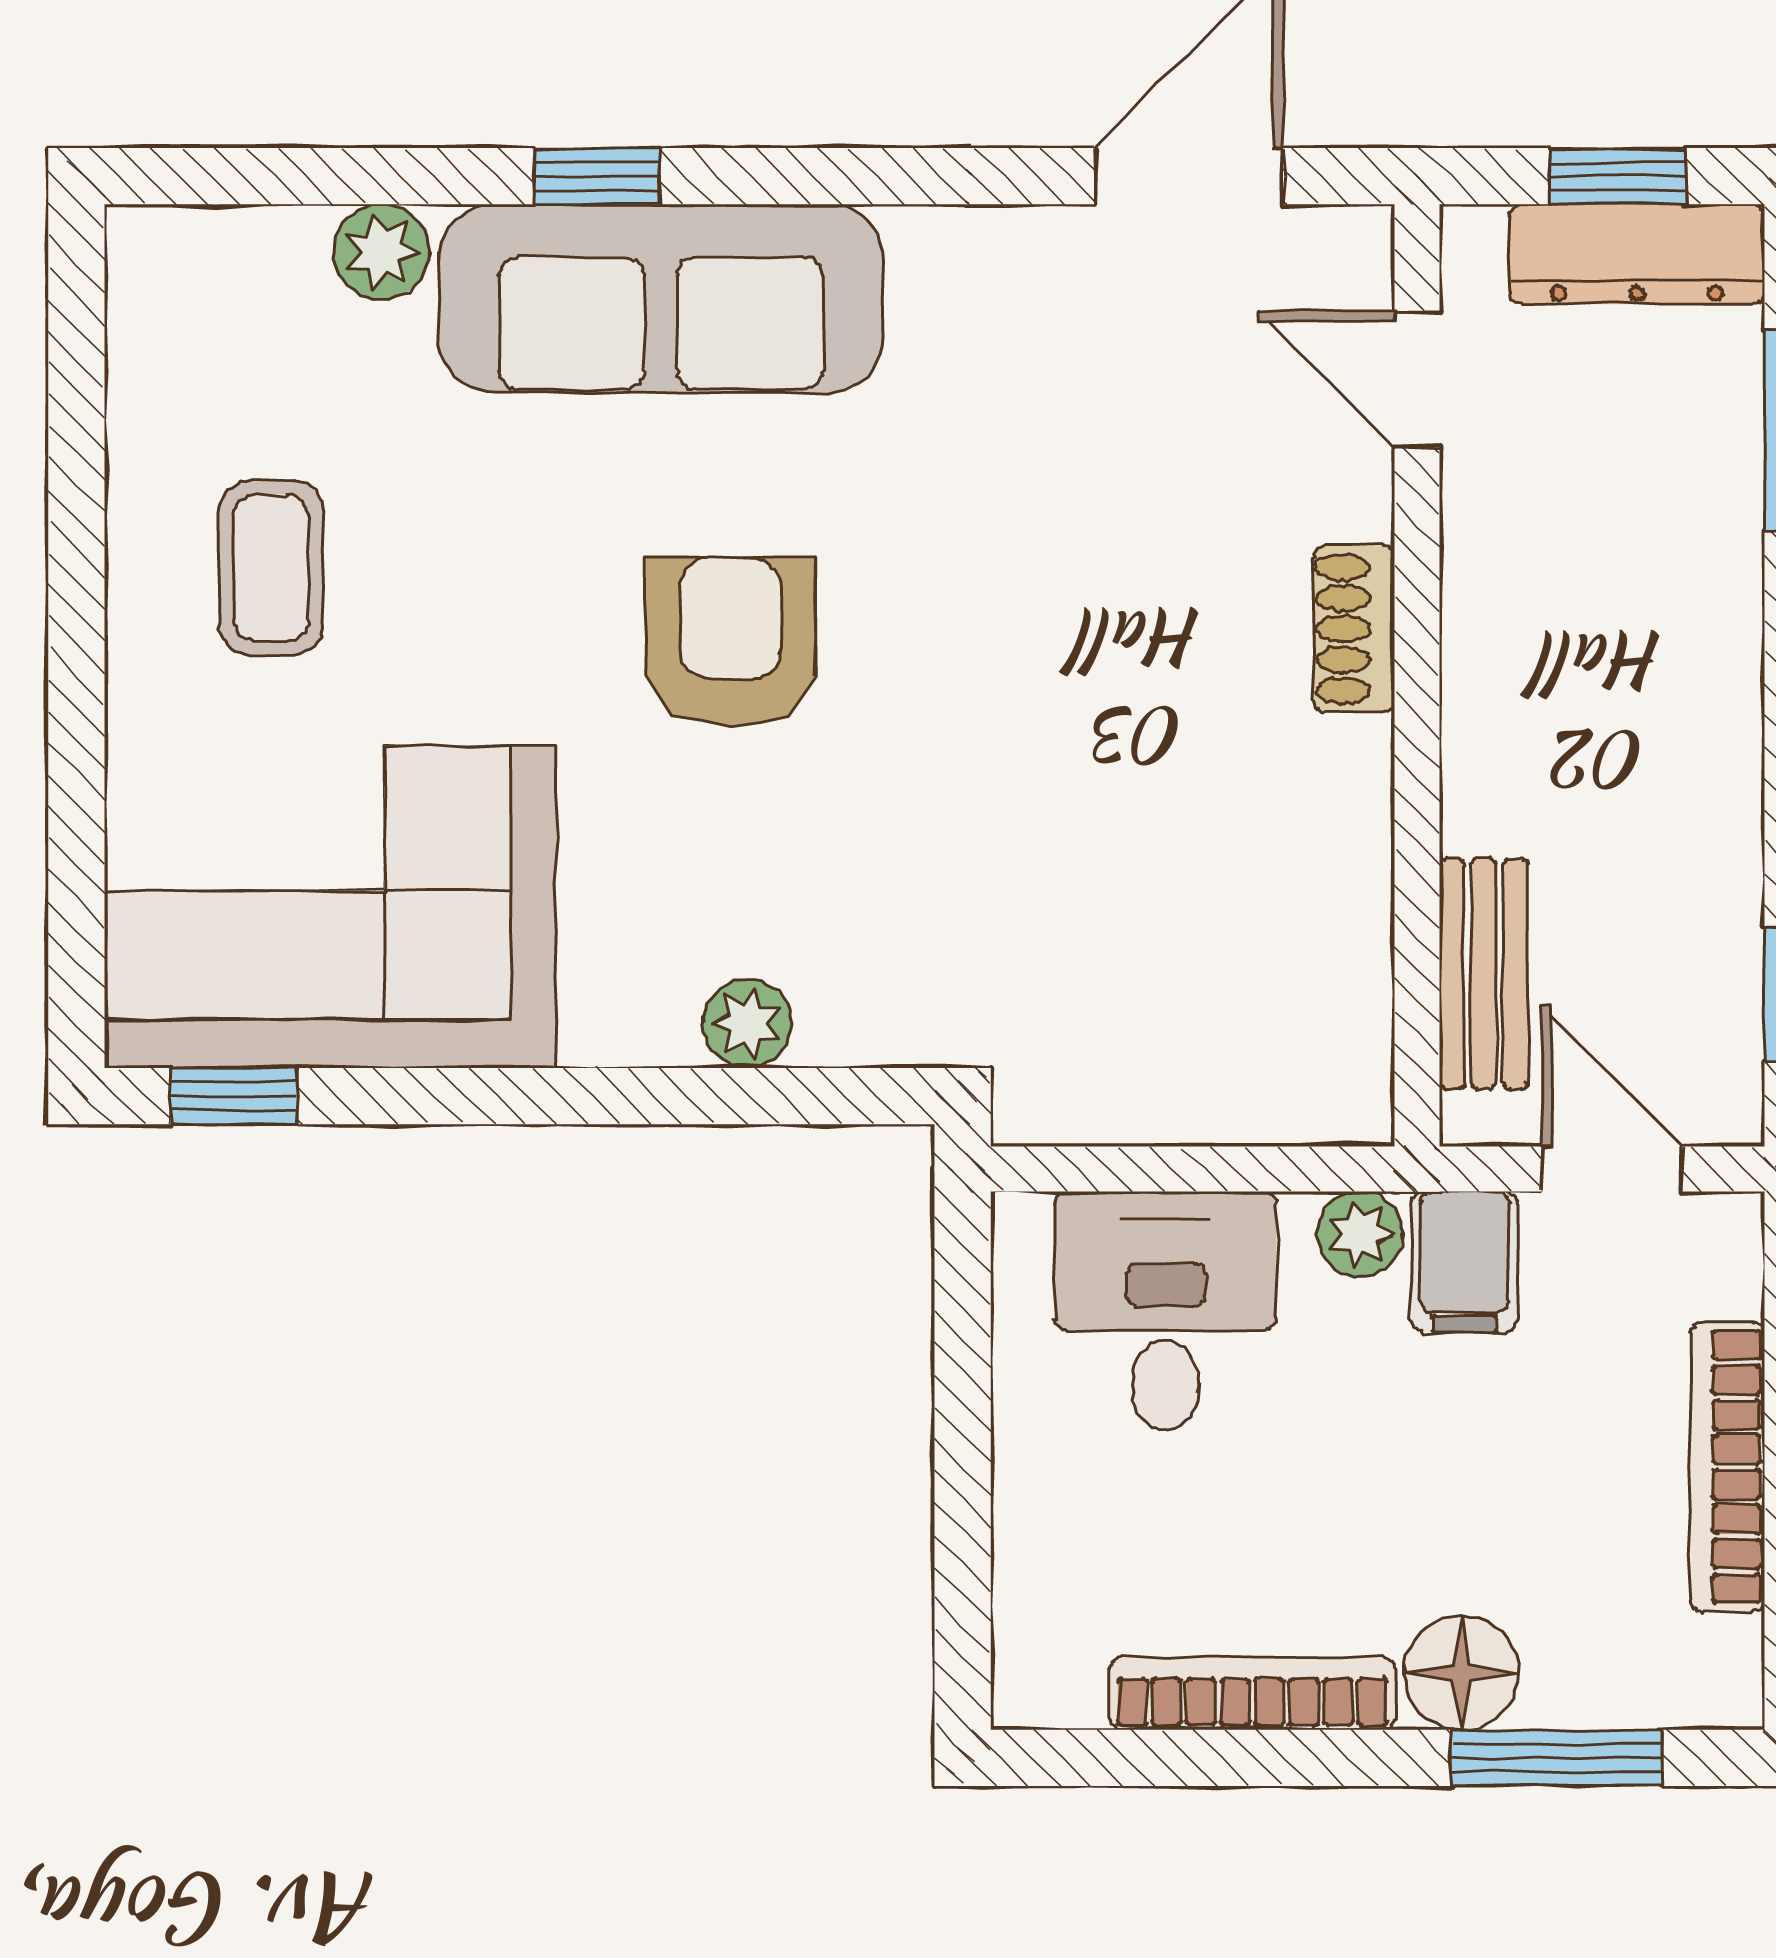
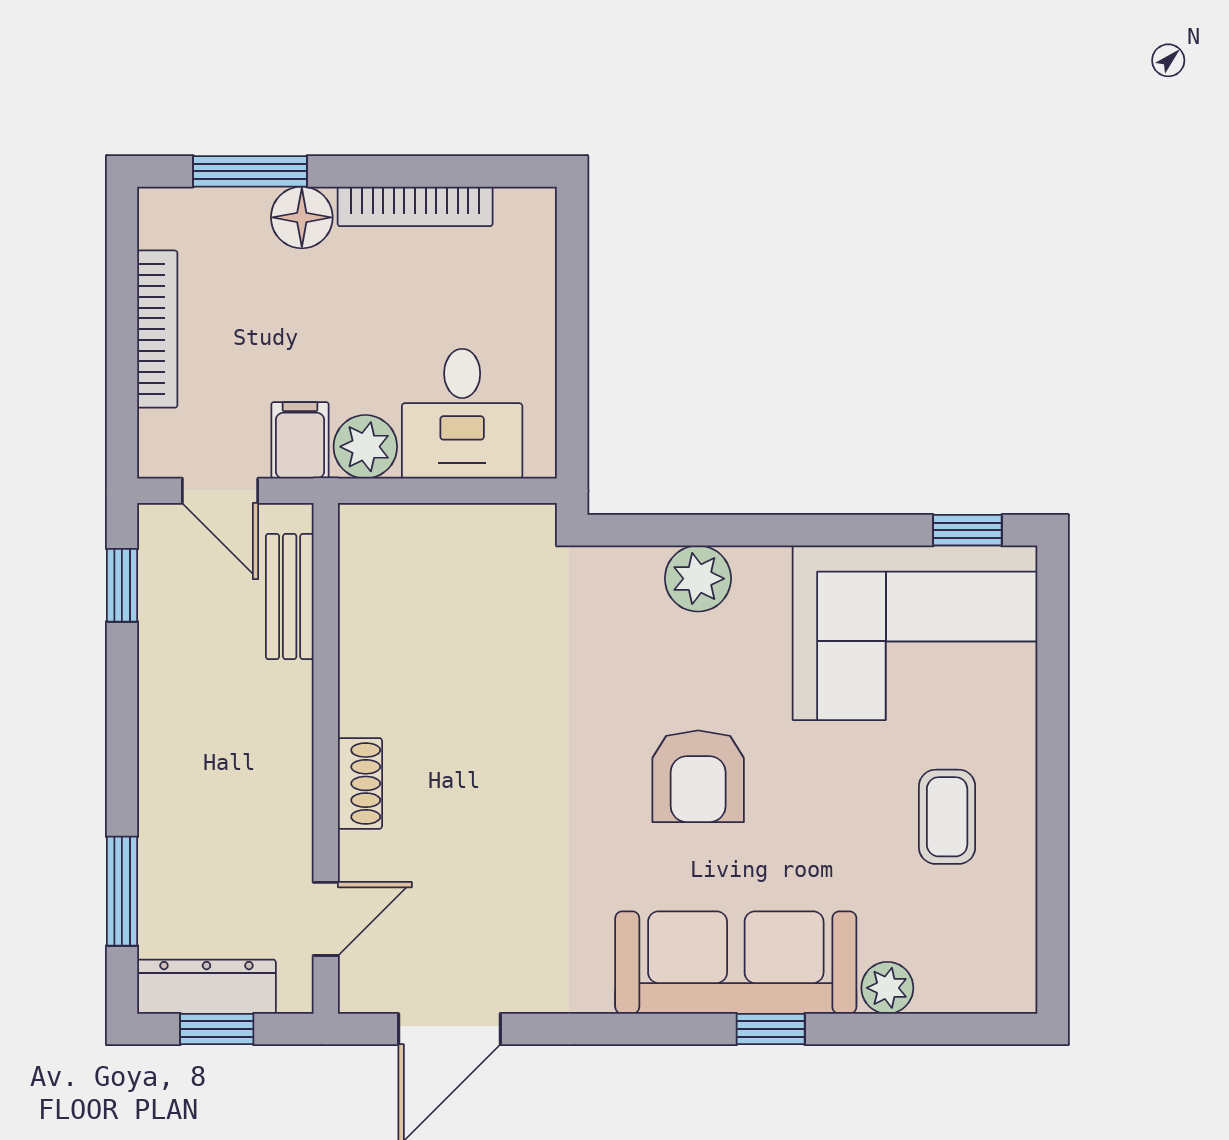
door: (1417, 379) -> (326, 919), hinge flipped
plant: (747, 1024) -> (698, 579), width x1.38, depth x1.38
plant: (1360, 1234) -> (365, 447), width x1.38, depth x1.38

